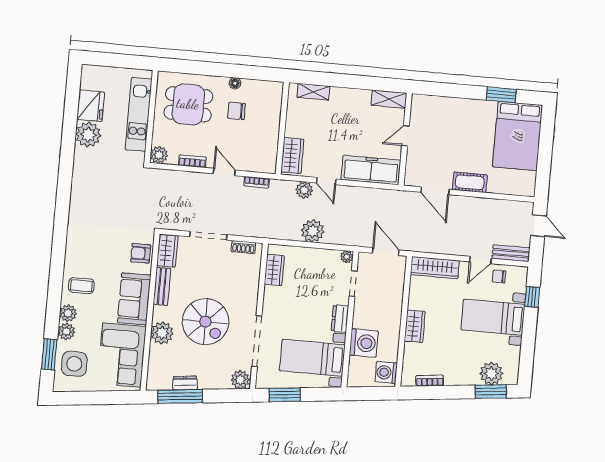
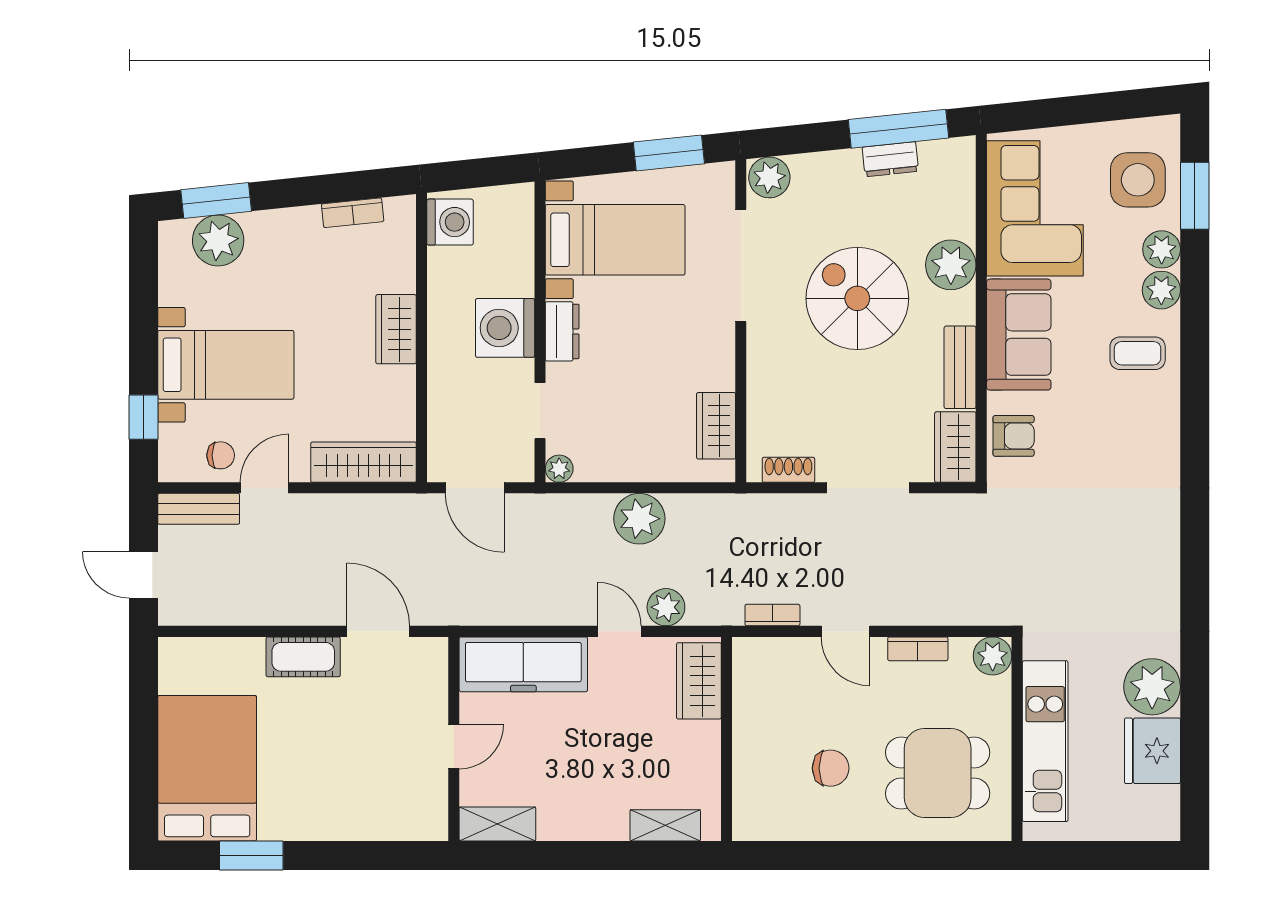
floor lamp: (235, 83) -> (839, 829), removed
washing machine: (364, 343) -> (505, 328), moved

